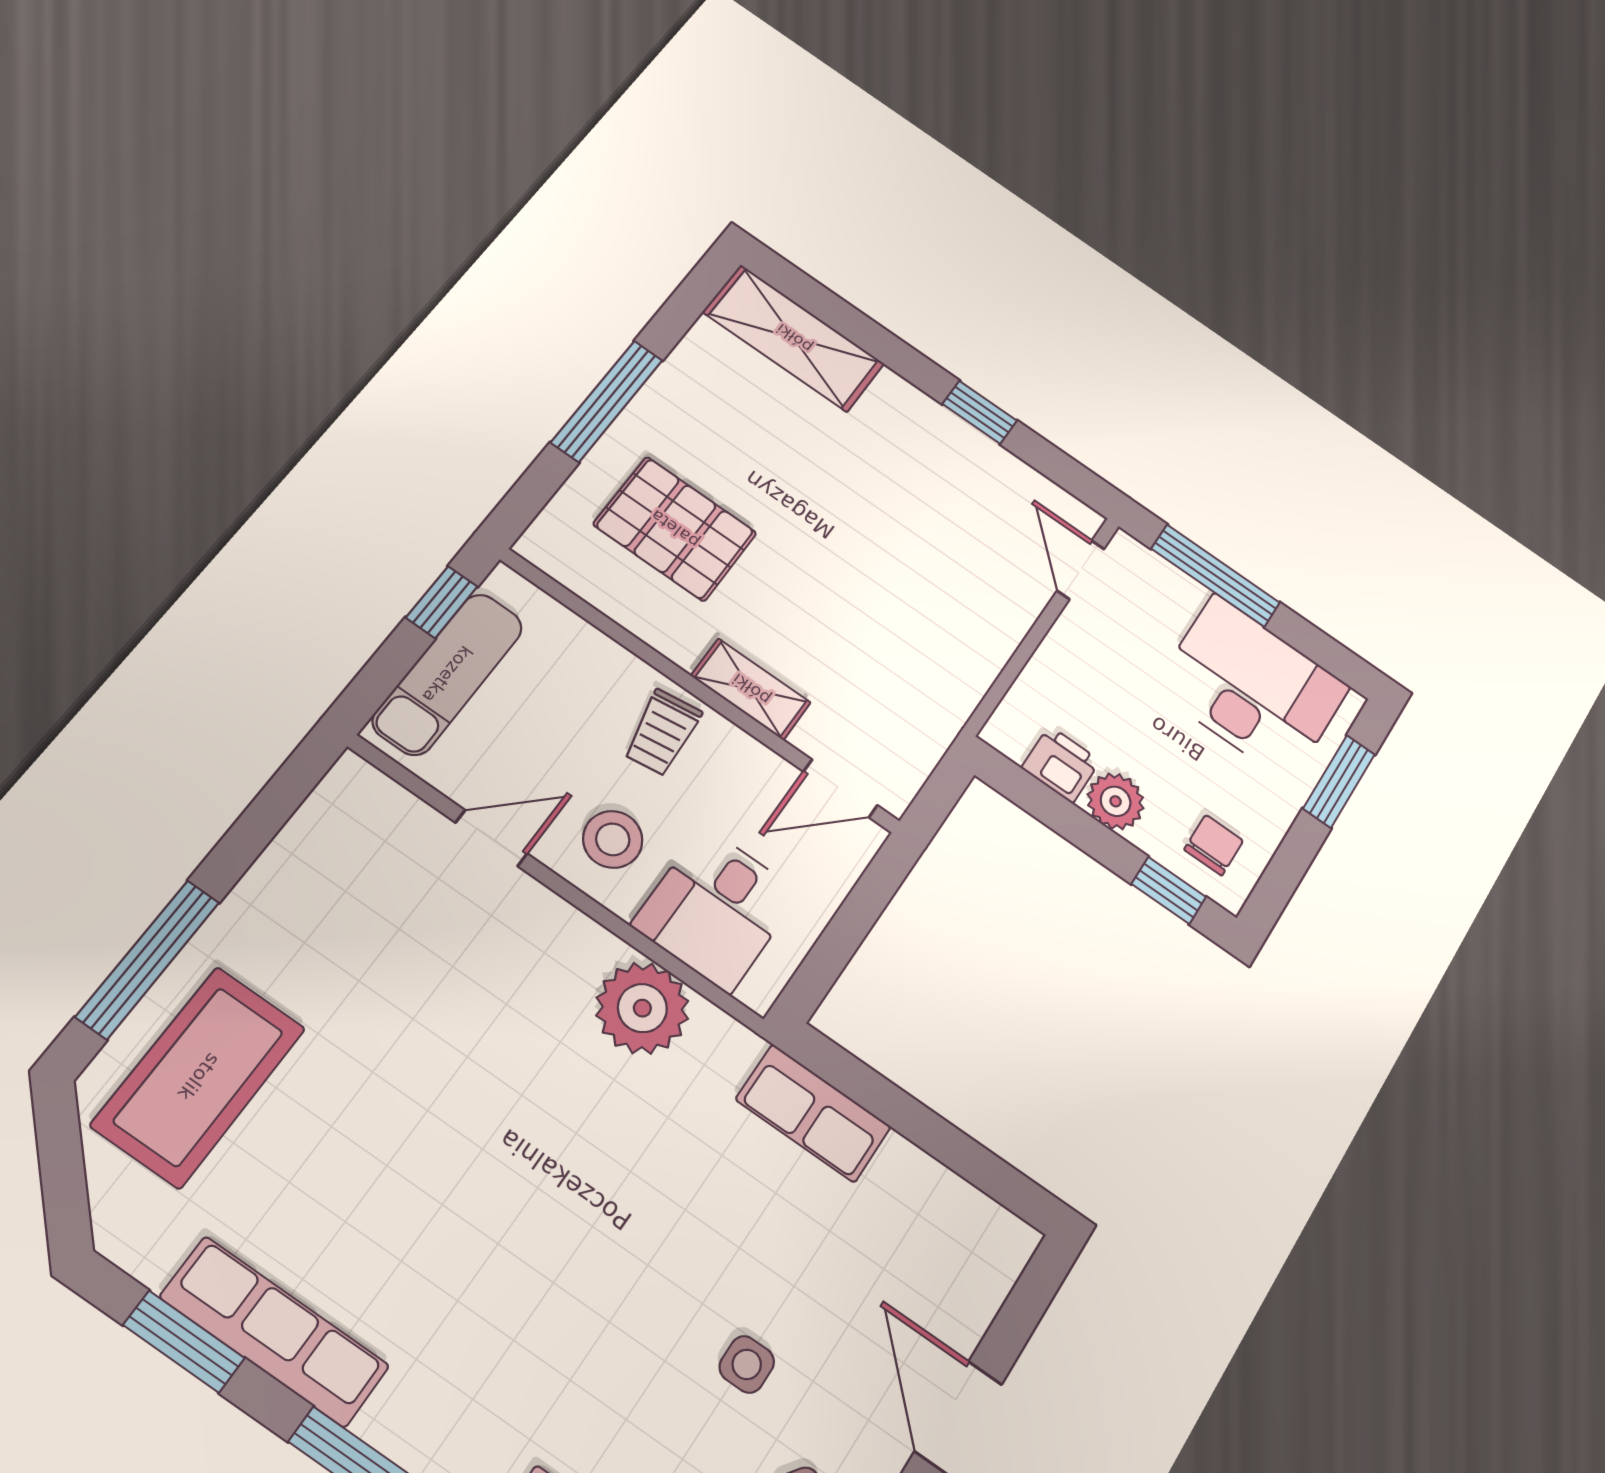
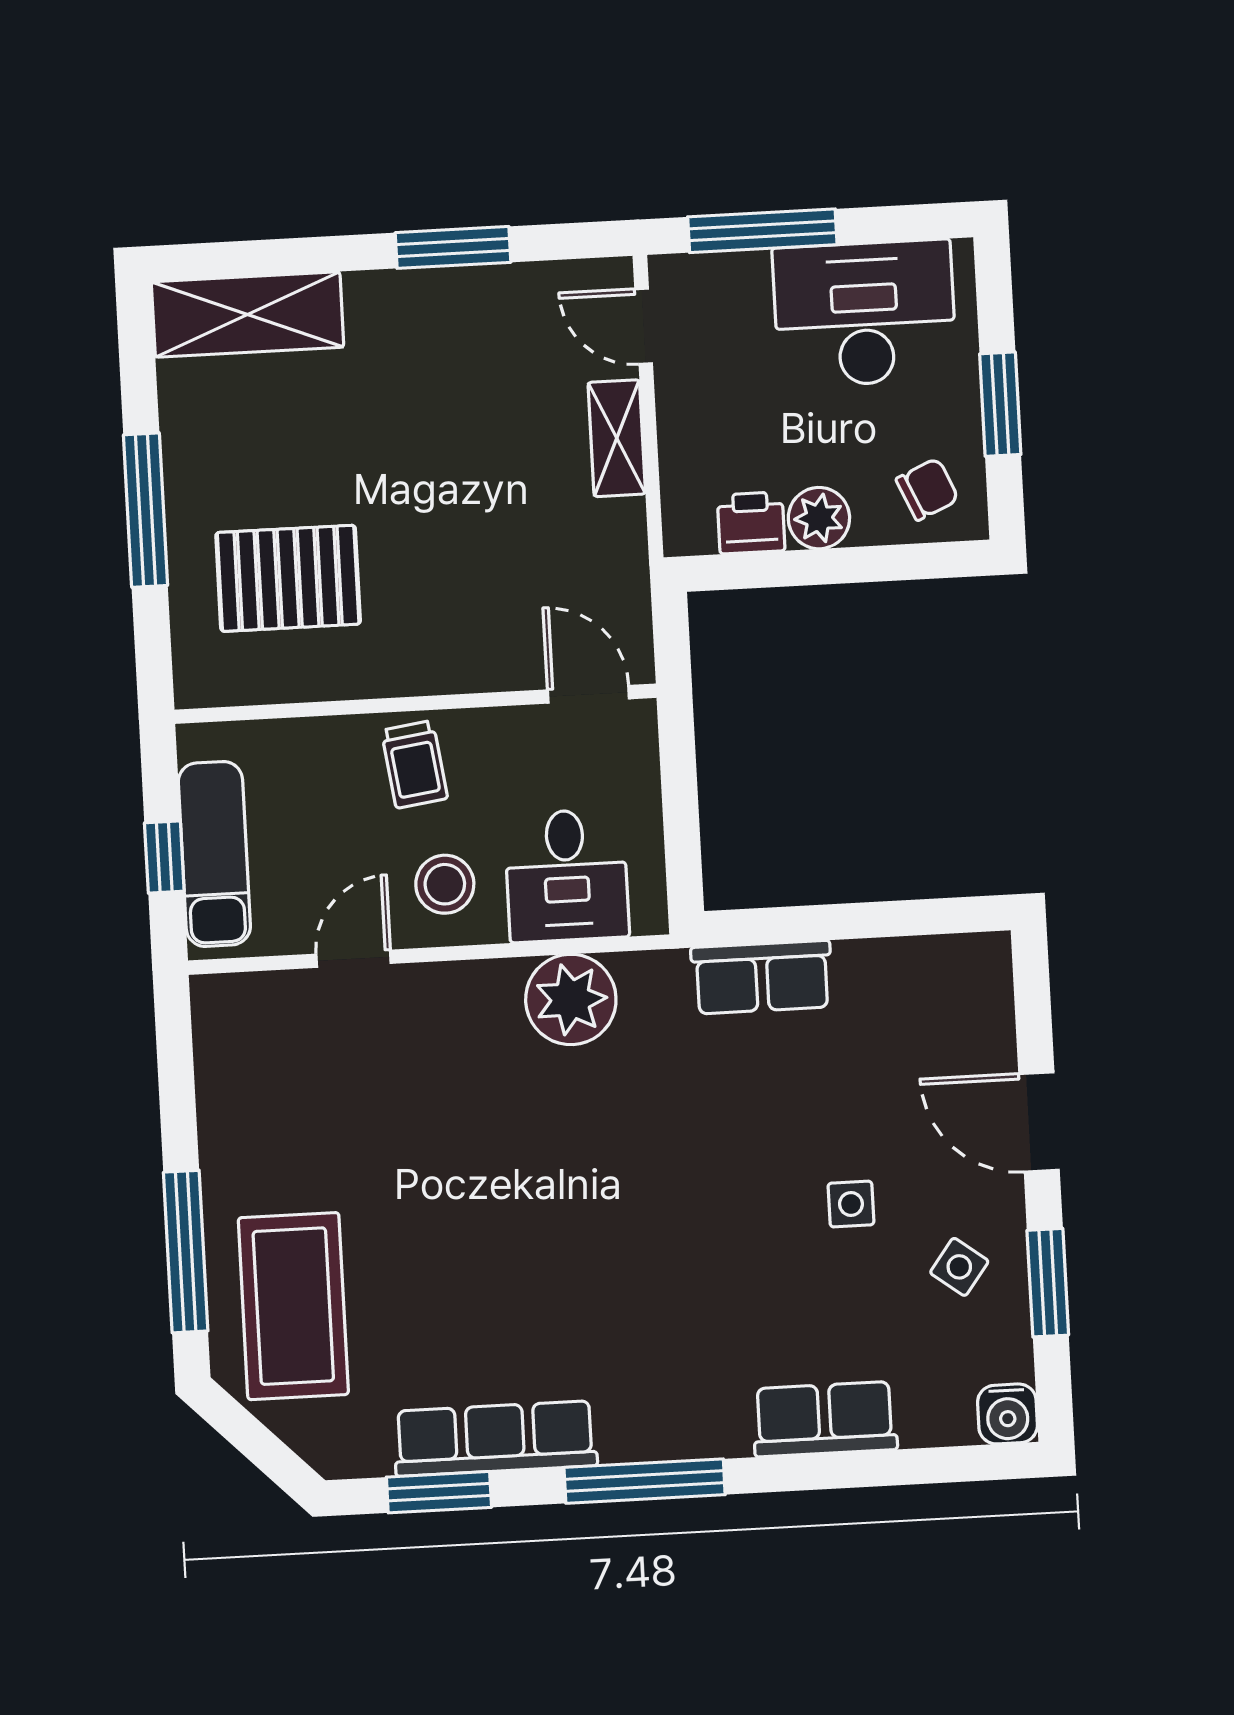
window: (980, 412) -> (453, 247), width x1.50
window: (442, 602) -> (164, 857), moved
shelving: (751, 689) -> (617, 438), moved, turned 90
window: (1339, 781) -> (1000, 404), moved
door: (840, 788) -> (588, 694), swing flipped
chair: (1214, 845) -> (927, 489), turned 66
window: (1169, 890) -> (916, 562), removed

